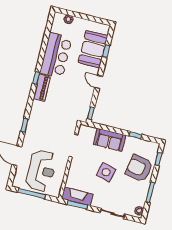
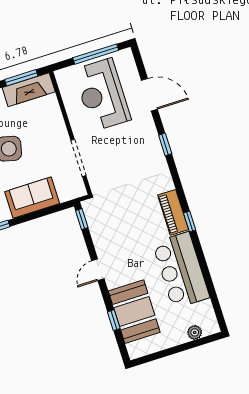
door: (98, 82) -> (98, 270), swing flipped

